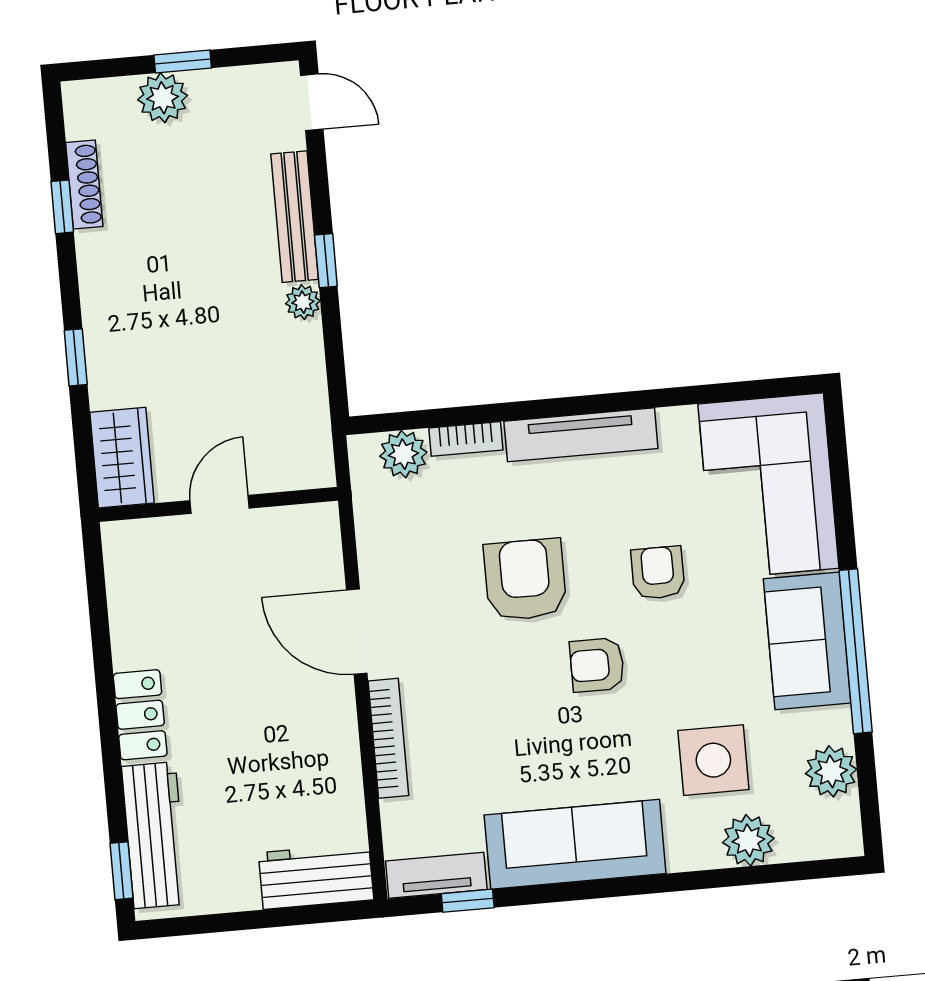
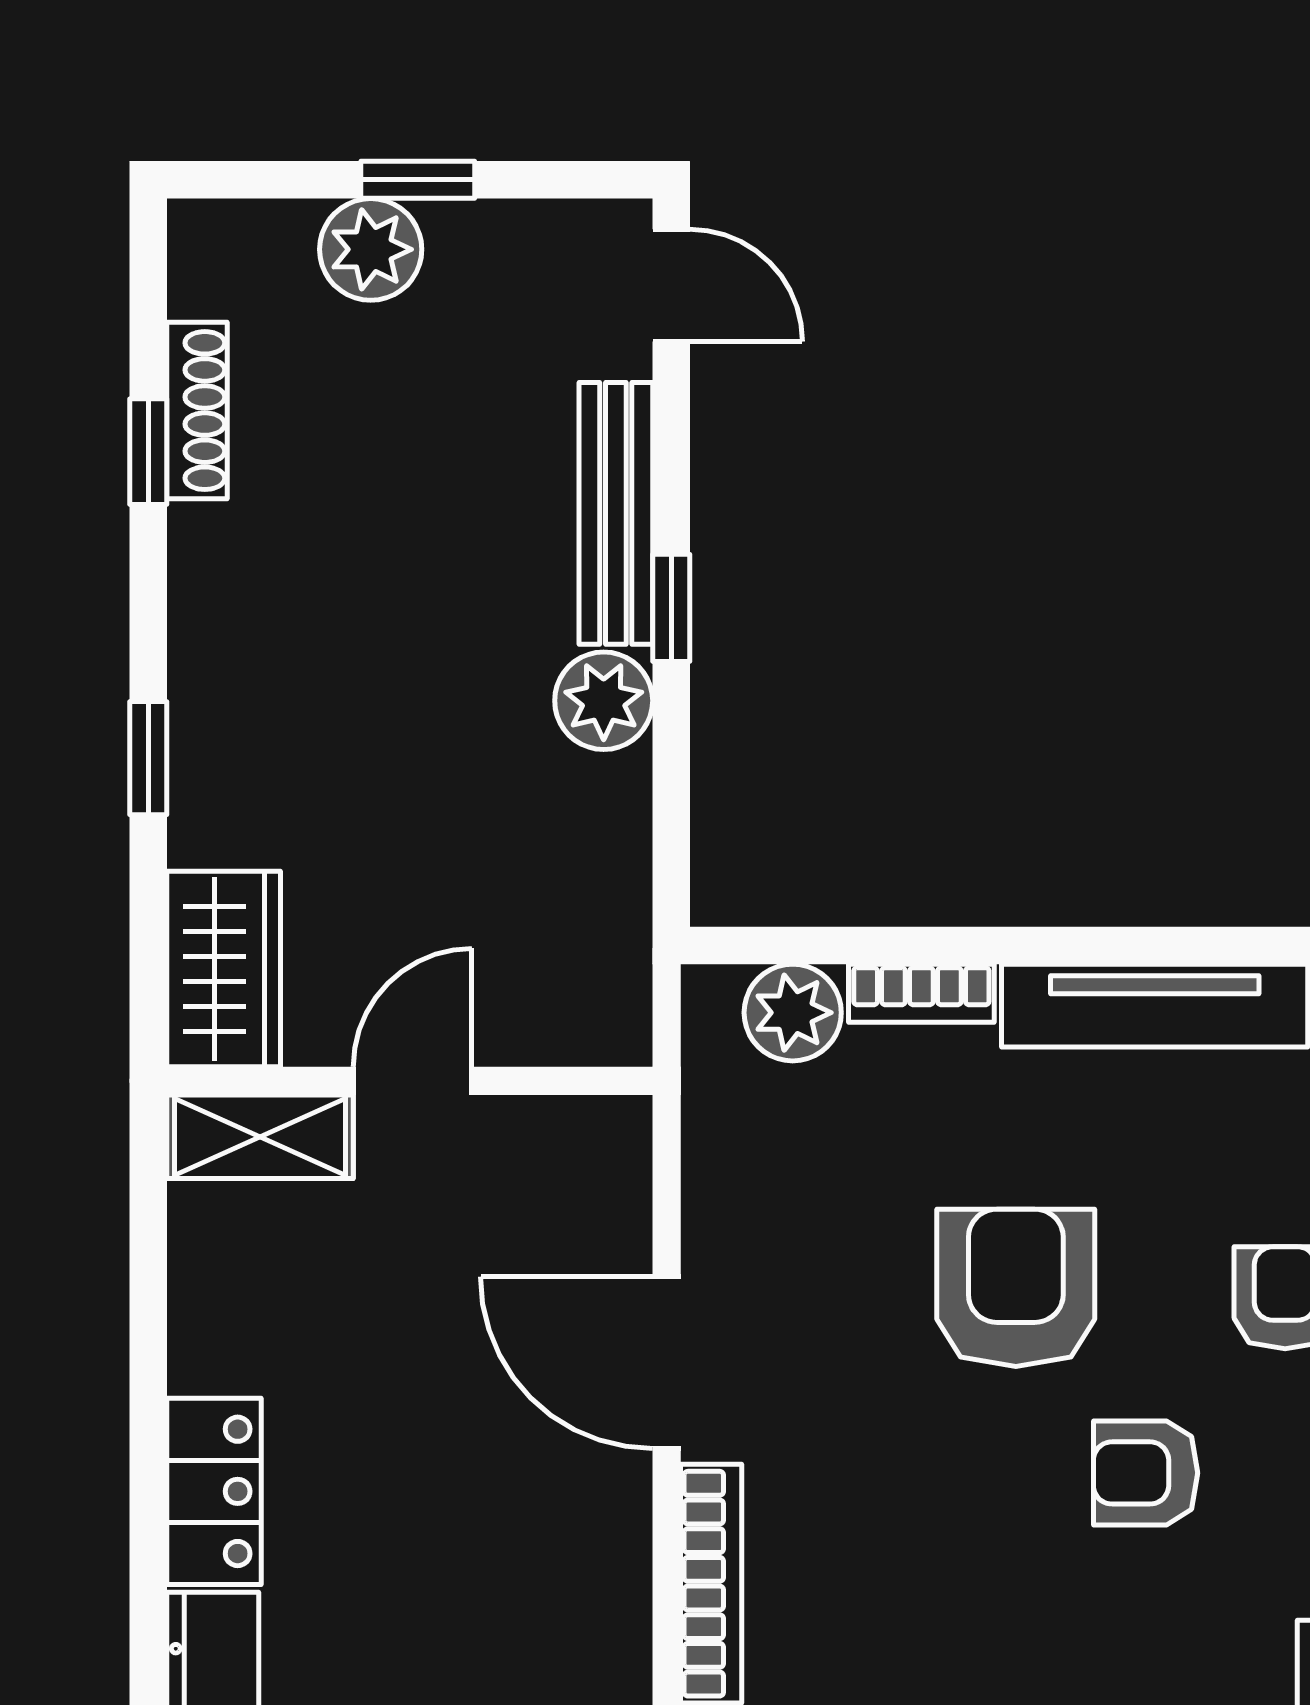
plant: (303, 302) -> (604, 701), width x1.38, depth x1.38
shelving: (147, 538) -> (260, 1137), added

